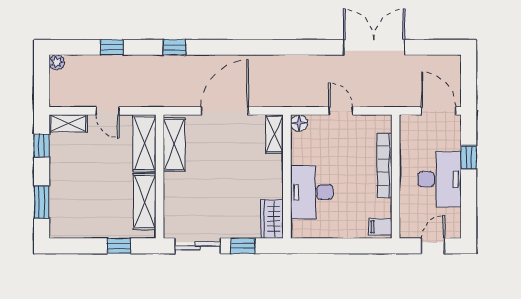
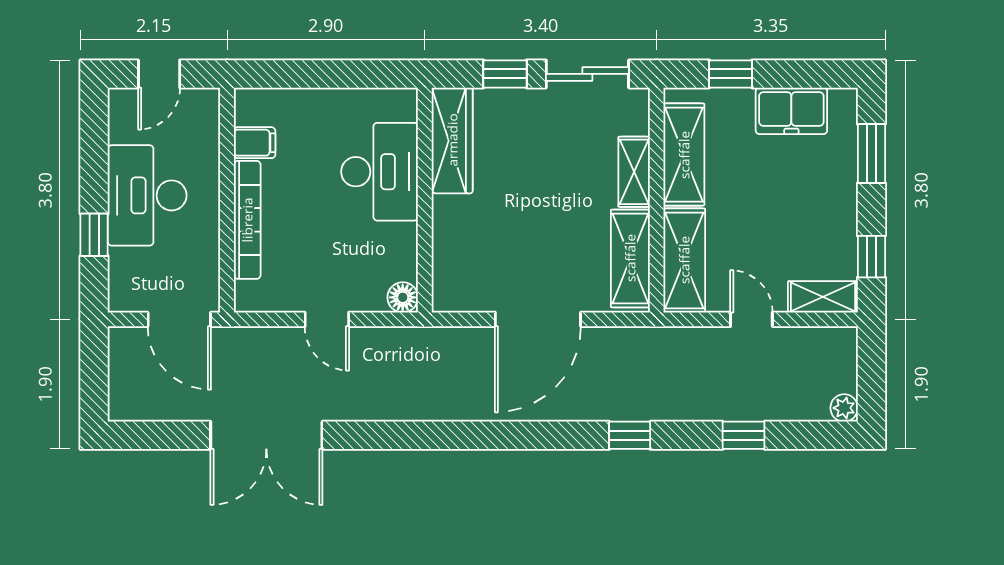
door: (439, 111) -> (179, 319), moved
shelving: (275, 134) -> (634, 172), moved
wardrobe: (272, 219) -> (452, 140), width x1.50
freezer: (86, 226) -> (791, 111), added
filing cabinet: (381, 227) -> (255, 143), moved

